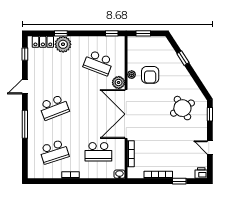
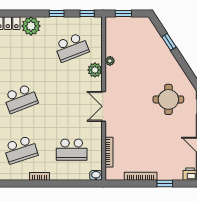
window: (61, 33) -> (57, 14), moved
school desk: (98, 63) -> (72, 47), turned -42
armchair: (150, 75) -> (131, 61), removed
round table: (182, 108) -> (168, 99), turned 30
double door: (126, 114) -> (104, 106), width x0.54

